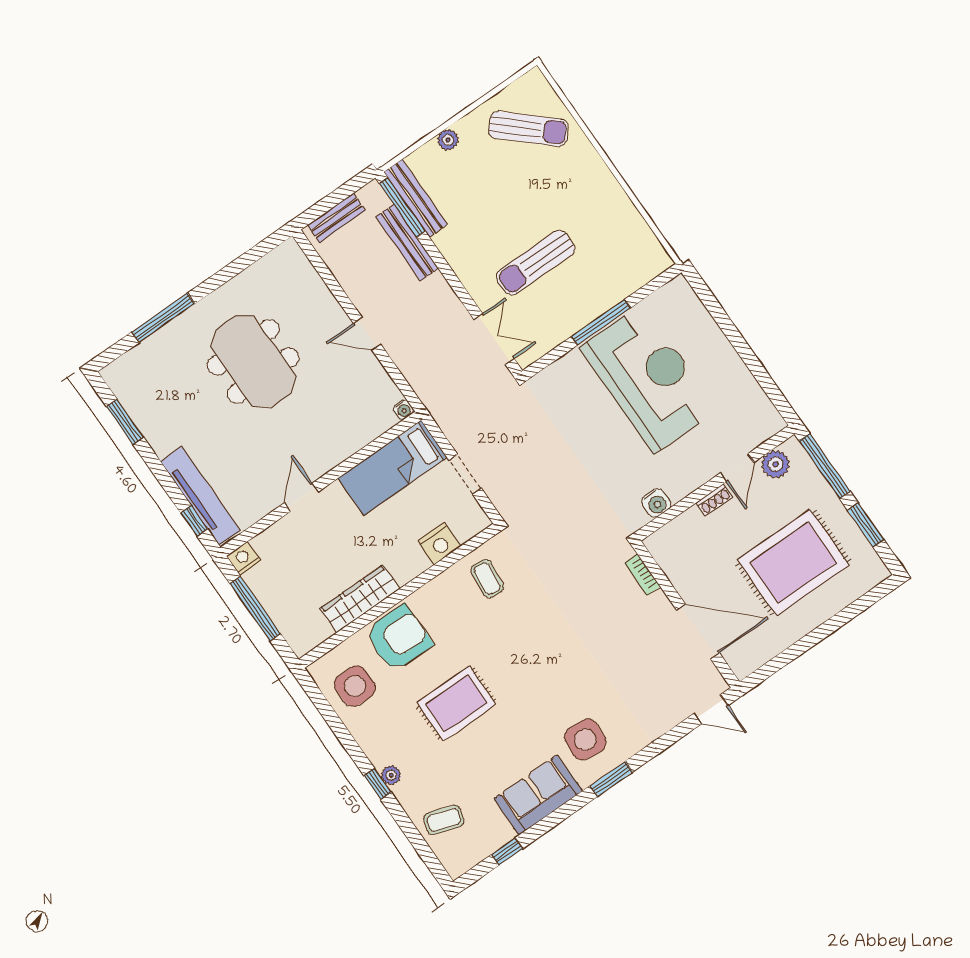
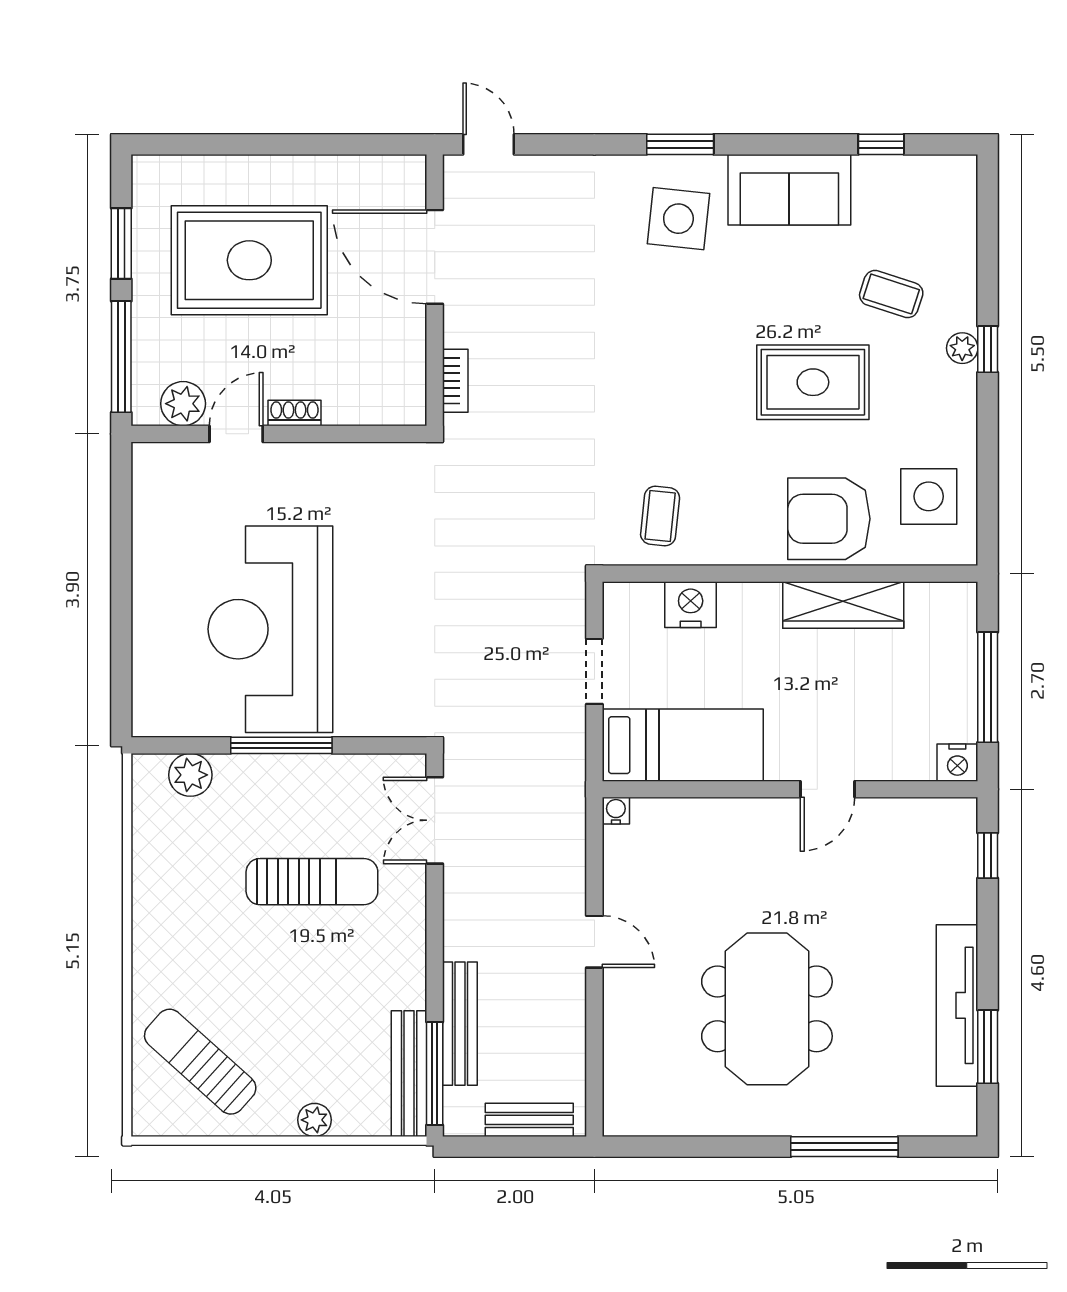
plant: (637, 274) -> (190, 775), added
tv unit: (200, 496) -> (957, 1005), moved
water cooler: (656, 503) -> (373, 461), removed
coffee table: (444, 820) -> (891, 294), moved

